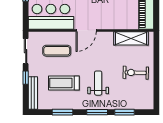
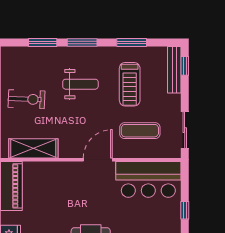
window: (26, 78) -> (185, 66), moved
treadmill: (64, 83) -> (130, 84), turned 90
weight bench: (98, 83) -> (80, 84), turned -90

